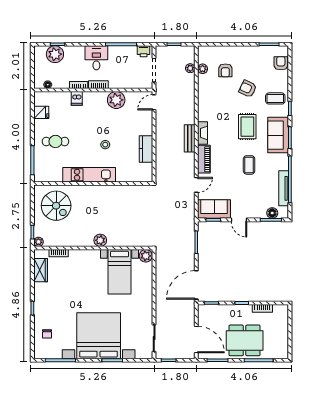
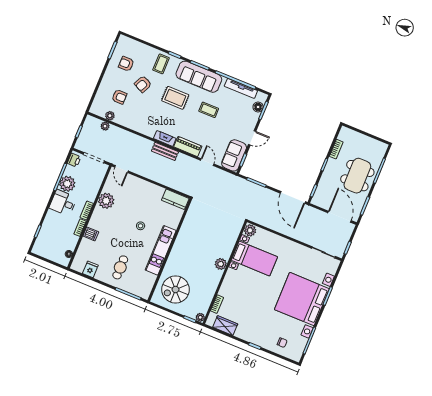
plant: (55, 54) -> (67, 184), moved
armchair: (281, 63) -> (126, 64), moved
sofa: (278, 135) -> (199, 77), width x1.36
kitchen counter: (146, 149) -> (175, 199), moved
spiral stairs: (56, 206) -> (175, 290), turned 180
door: (196, 339) -> (340, 217), hinge flipped

